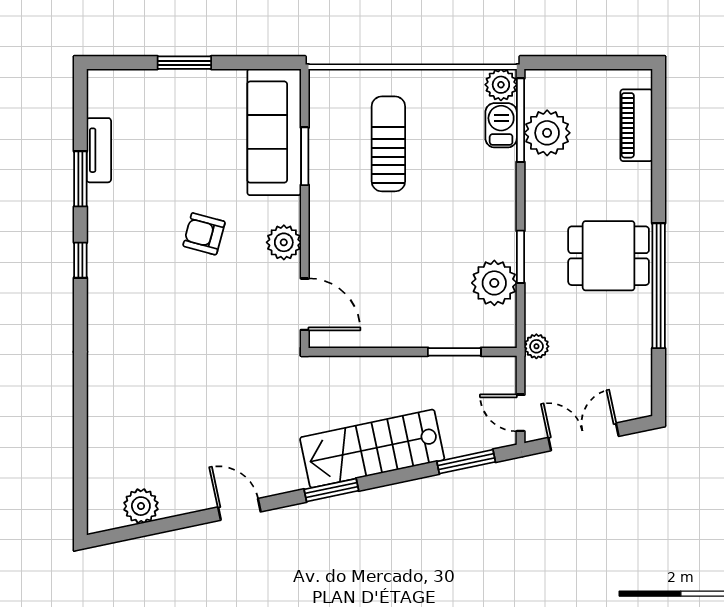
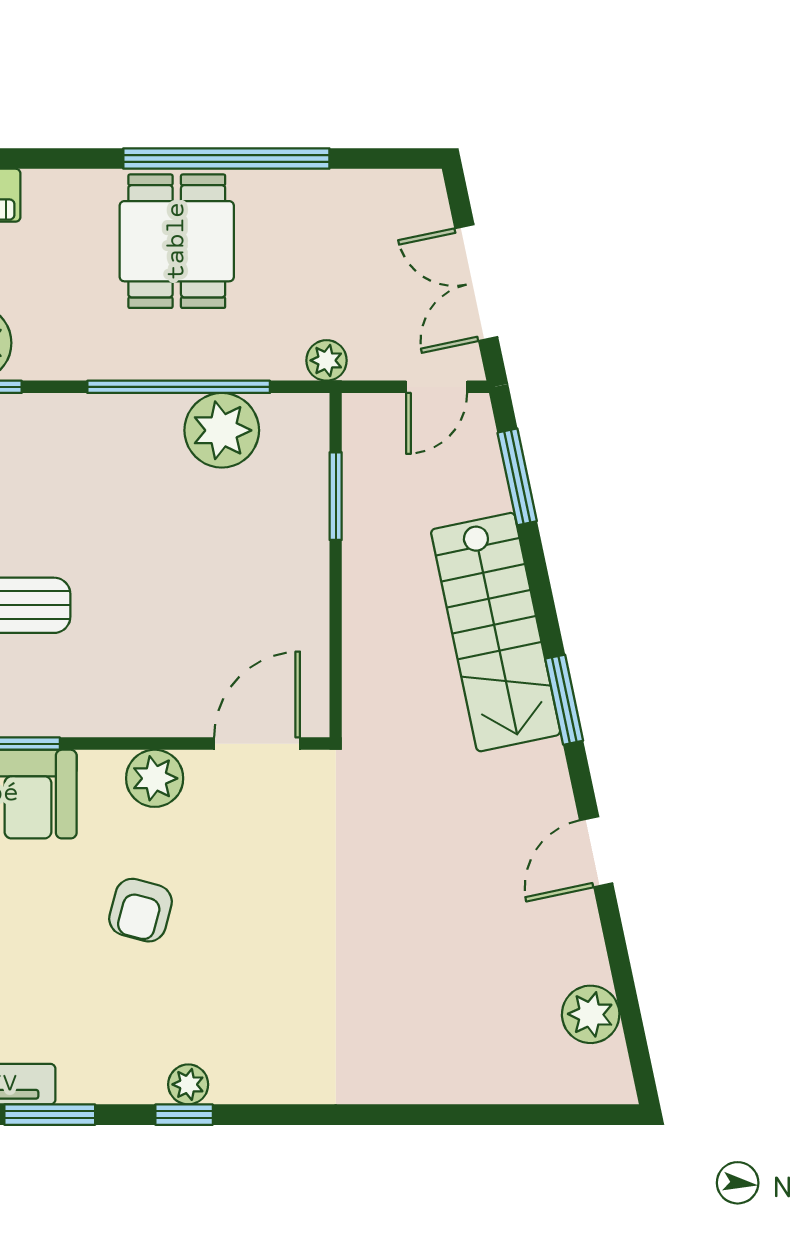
window: (521, 257) -> (179, 387), width x2.11
plant: (99, 263) -> (188, 1084), added

